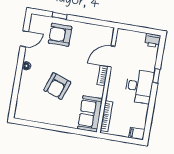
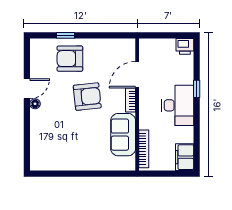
door: (24, 39) -> (27, 89), moved
armchair: (57, 86) -> (87, 97), moved, turned -115
sofa: (90, 114) -> (123, 135), moved
filing cabinet: (137, 134) -> (185, 157), width x2.00

